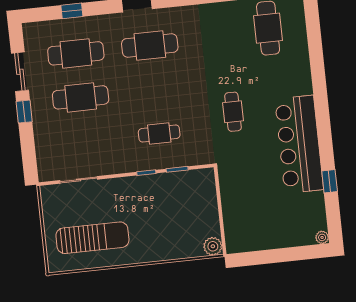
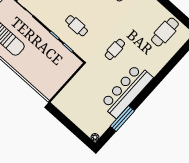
window: (330, 181) -> (122, 119), width x2.17
plant: (213, 246) -> (48, 93), removed

